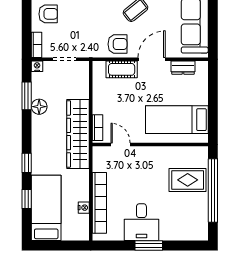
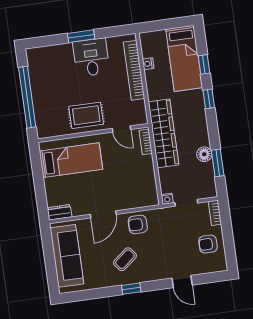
nightstand: (37, 66) -> (167, 199), moved
dresser: (183, 68) -> (60, 212), moved
cot: (122, 69) -> (130, 201), removed
rug: (188, 180) -> (86, 115), moved

